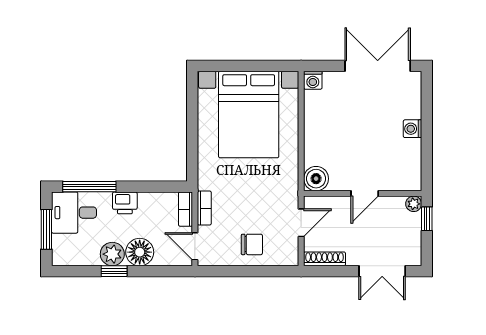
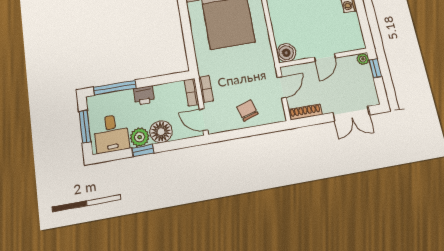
desk: (74, 213) -> (111, 133), moved, turned -90
chair: (252, 244) -> (247, 110), turned -108

